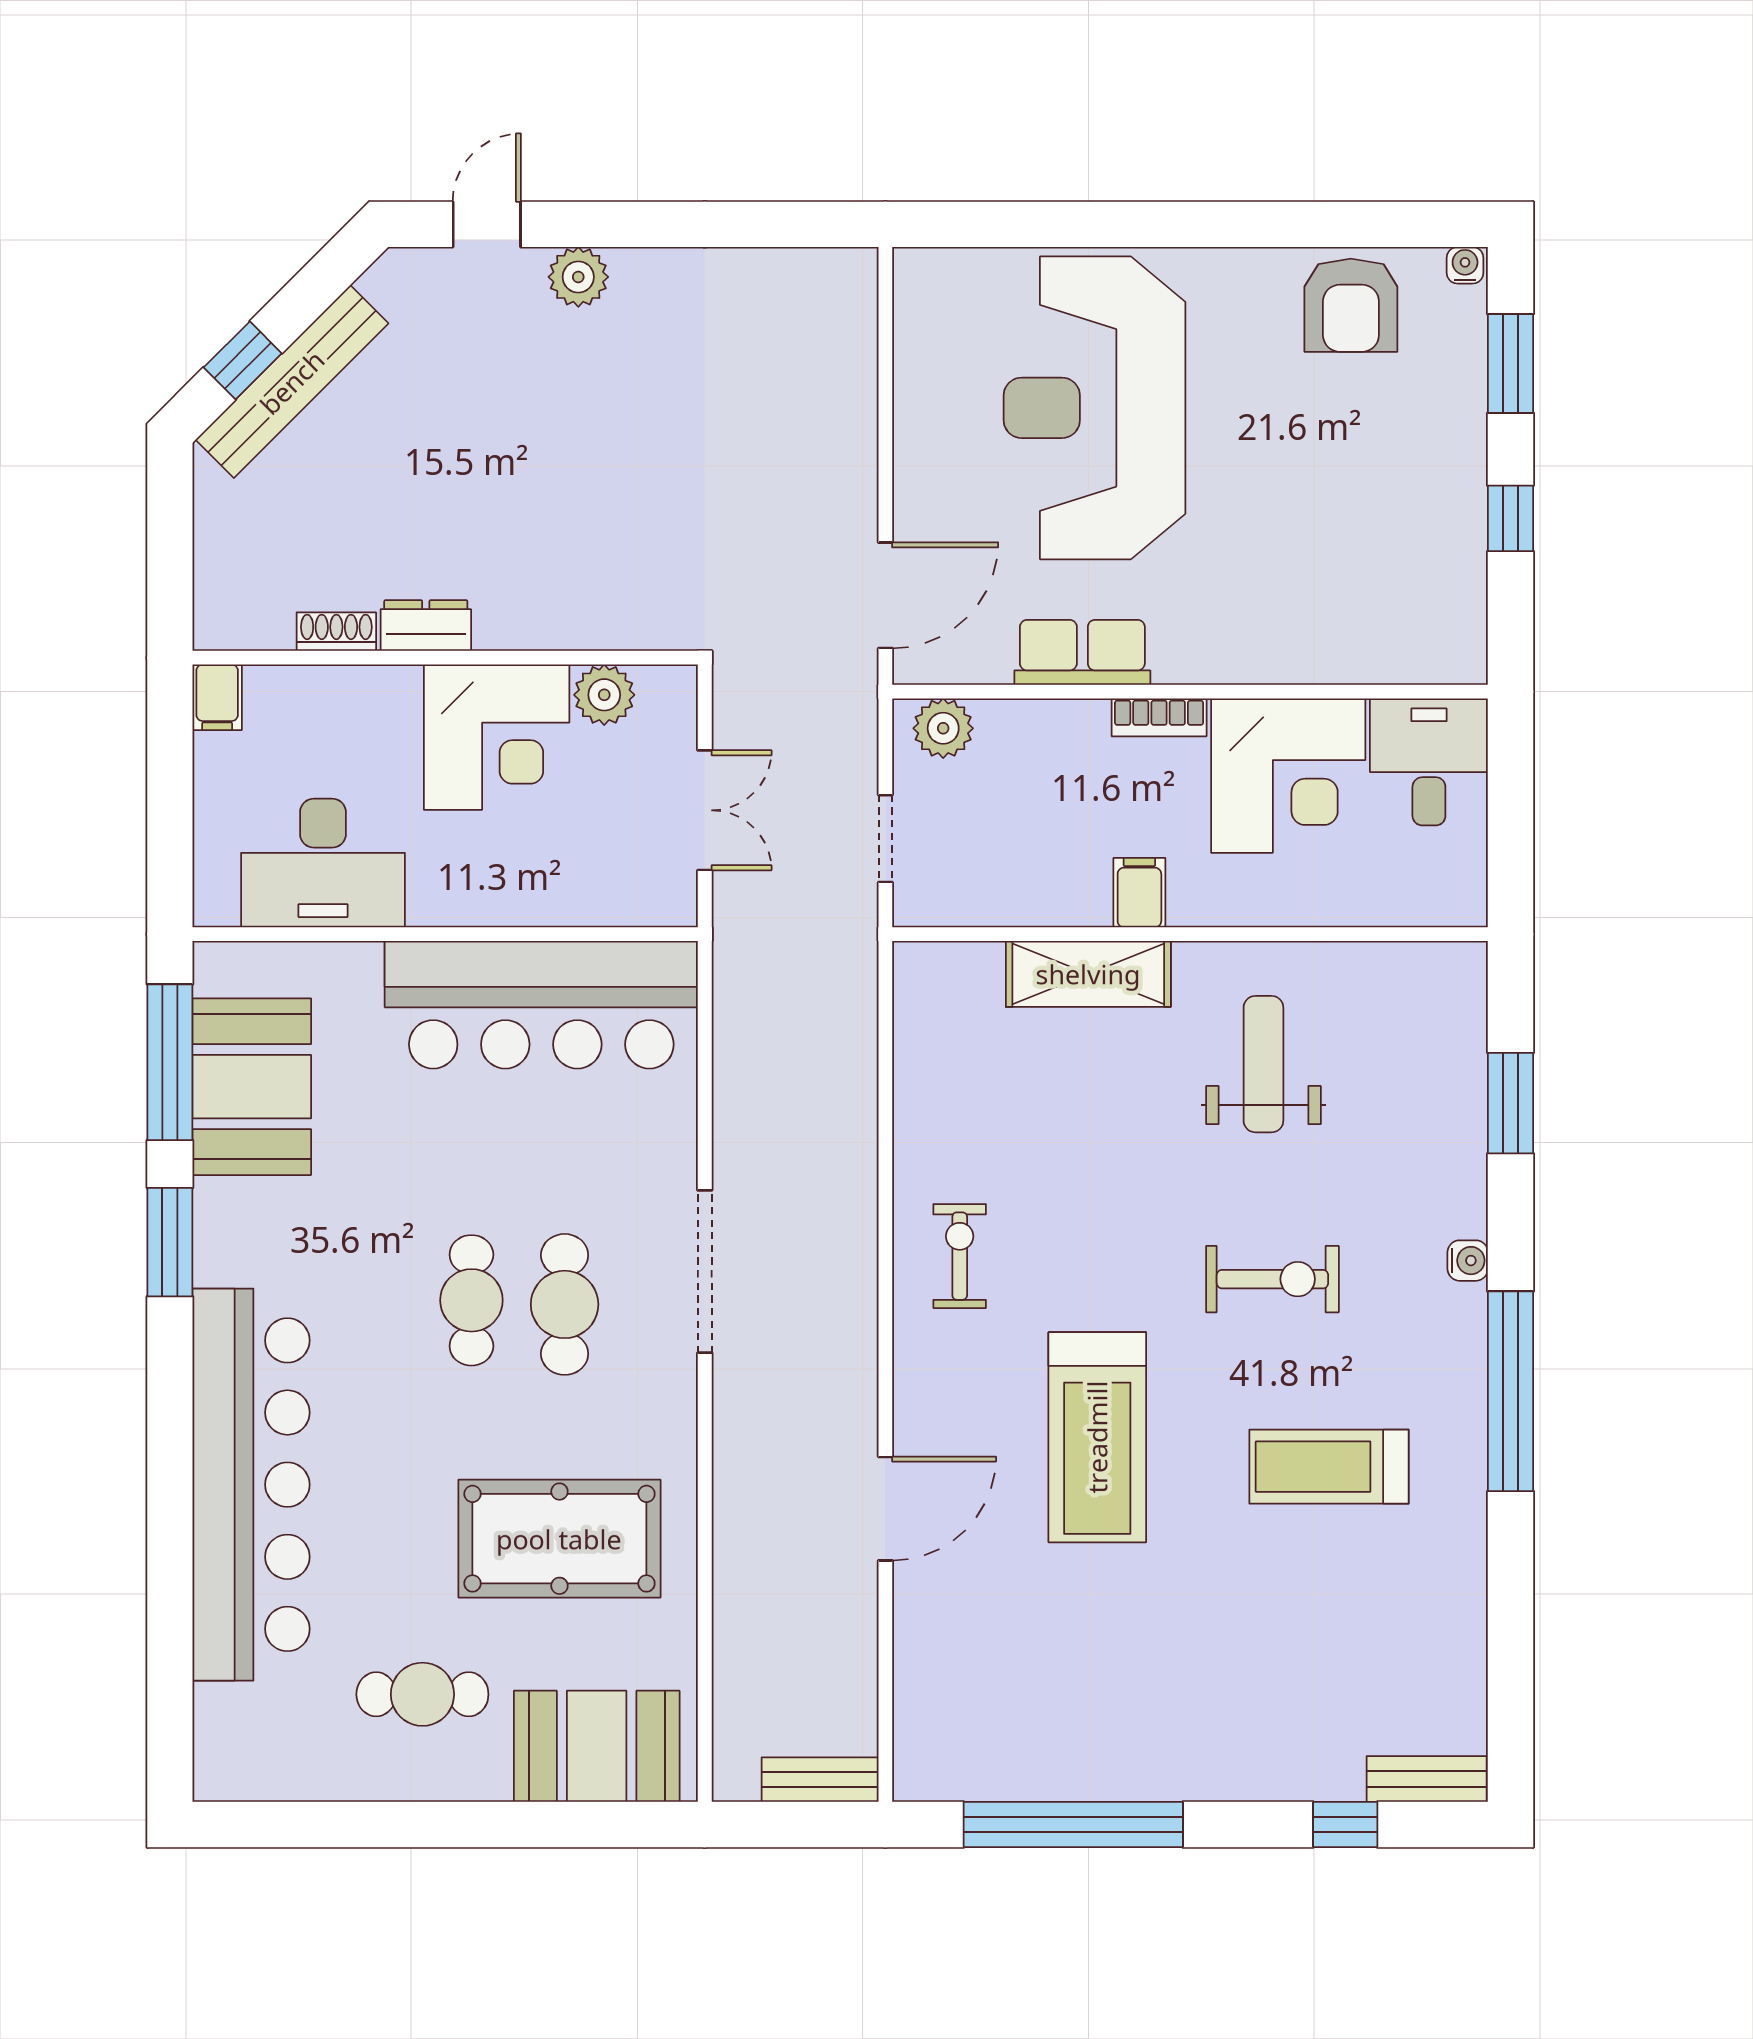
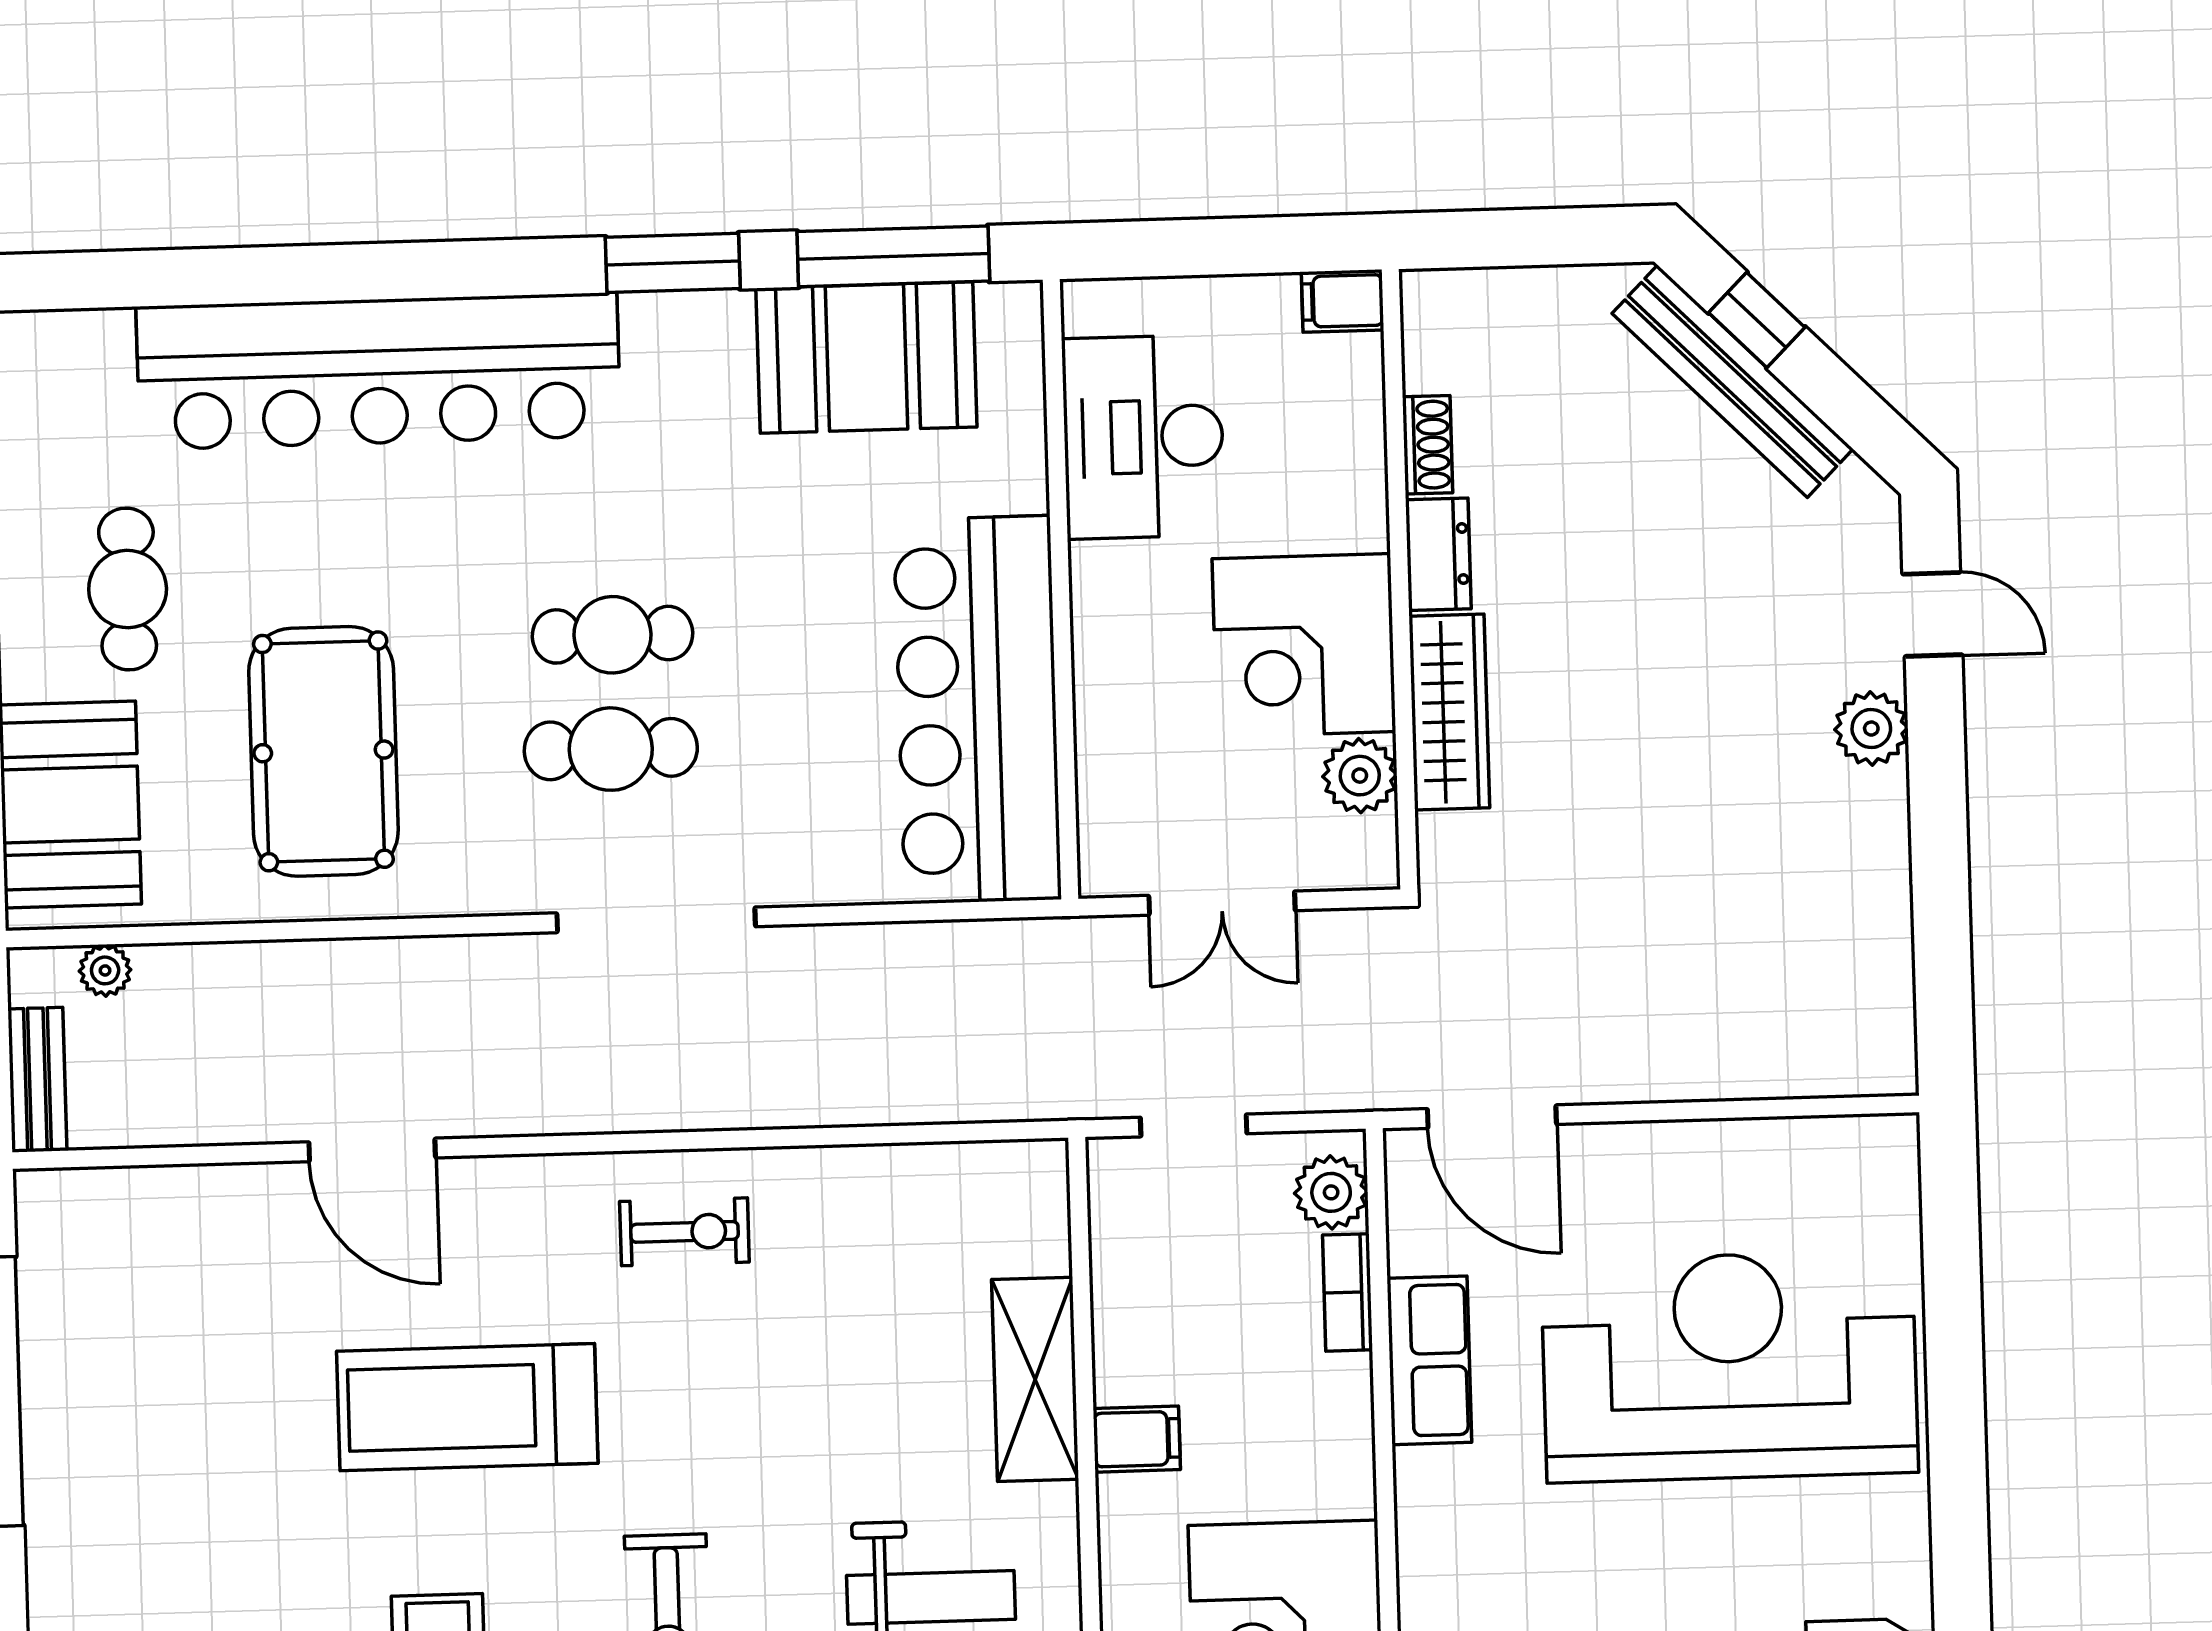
wardrobe: (555, 620) -> (1449, 712), added
bookcase: (1159, 717) -> (1348, 1292), moved
plant: (733, 1722) -> (105, 970), added

